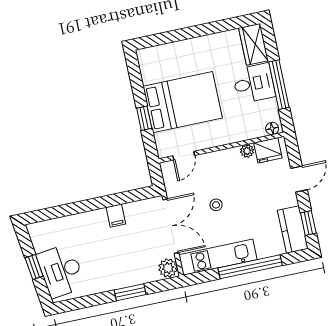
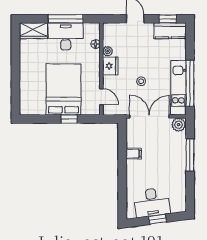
desk: (254, 83) -> (66, 36), width x1.37
floor lamp: (272, 128) -> (96, 44), moved
fridge: (268, 150) -> (110, 66), moved
window: (250, 267) -> (190, 83), moved
desk: (61, 271) -> (152, 202), moved
window: (130, 292) -> (190, 155), width x1.44

